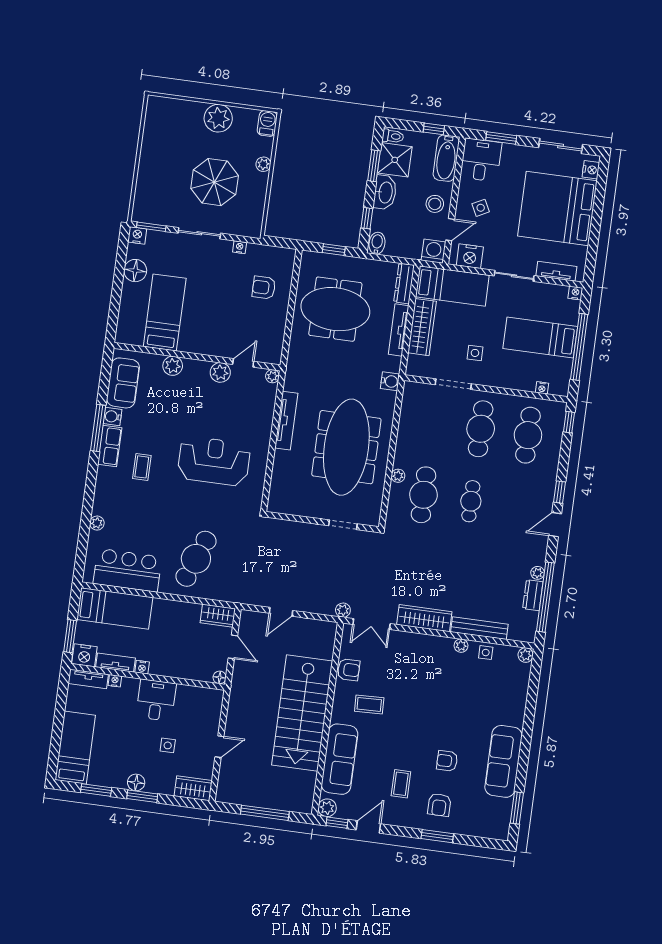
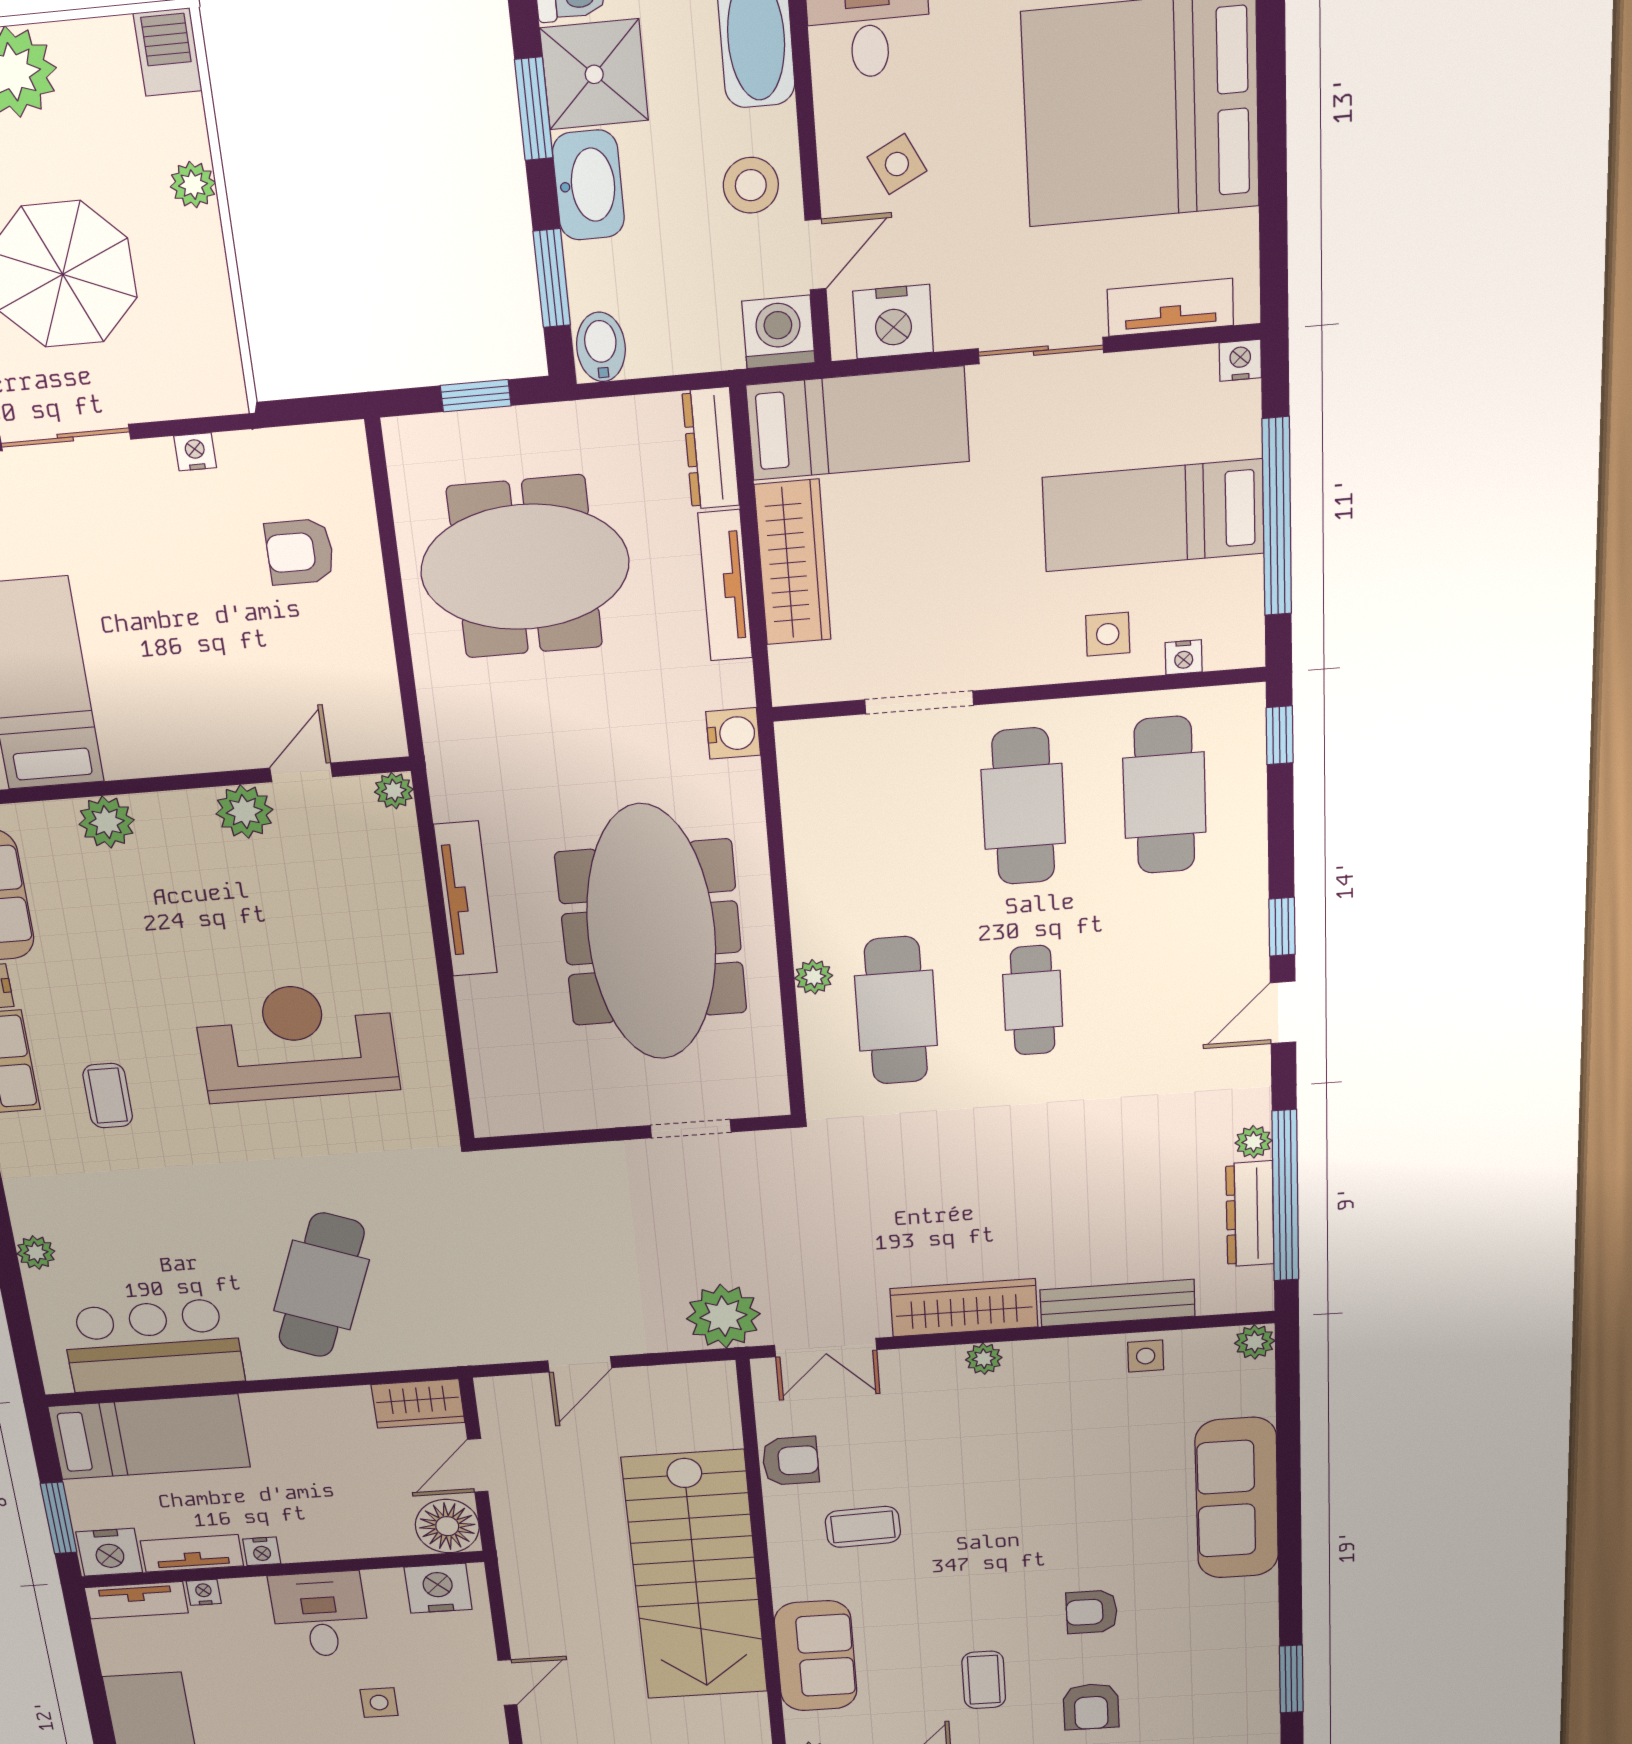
window: (367, 218) -> (552, 278), width x1.50
side table: (475, 353) -> (1108, 634), moved
dresser: (533, 595) -> (1250, 1214), width x1.44
plant: (343, 610) -> (723, 1316), width x1.88, depth x1.88
plant: (461, 646) -> (984, 1359), moved
door: (233, 647) -> (478, 1465), swing flipped
floor lamp: (220, 677) -> (447, 1526), width x1.89, depth x1.89
nightstand: (204, 698) -> (438, 1588), added
sofa: (340, 759) -> (816, 1656), width x0.73
sofa: (504, 761) -> (1237, 1498), moved

